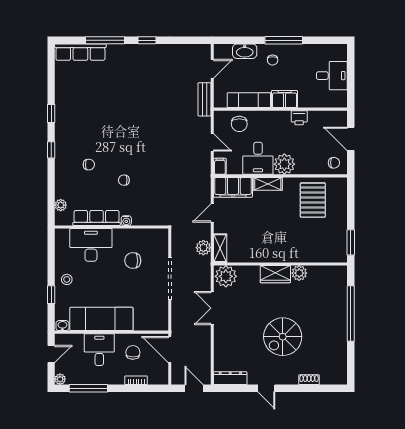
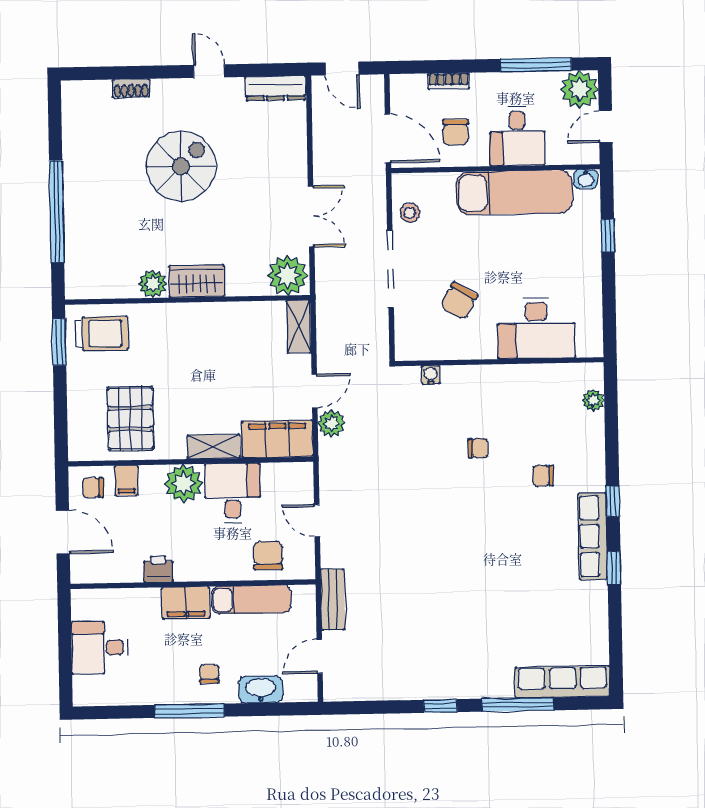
filing cabinet: (220, 166) -> (126, 480), moved
row of seats: (97, 218) -> (593, 536), moved, turned 90
water cooler: (126, 221) -> (431, 375), moved
trolley: (328, 247) -> (101, 334), added
plant: (203, 248) -> (331, 423), moved
chair: (133, 261) -> (459, 301), turned 120
stool: (67, 279) -> (410, 213), moved
plant: (60, 379) -> (580, 89), width x1.88, depth x1.88

